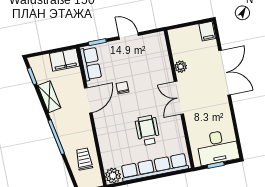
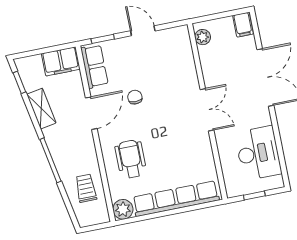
plant: (181, 67) -> (203, 37), moved
double door: (179, 98) -> (207, 110), swing flipped
wheelchair: (147, 130) -> (131, 159), moved
desk: (218, 147) -> (258, 153), moved, turned -90

